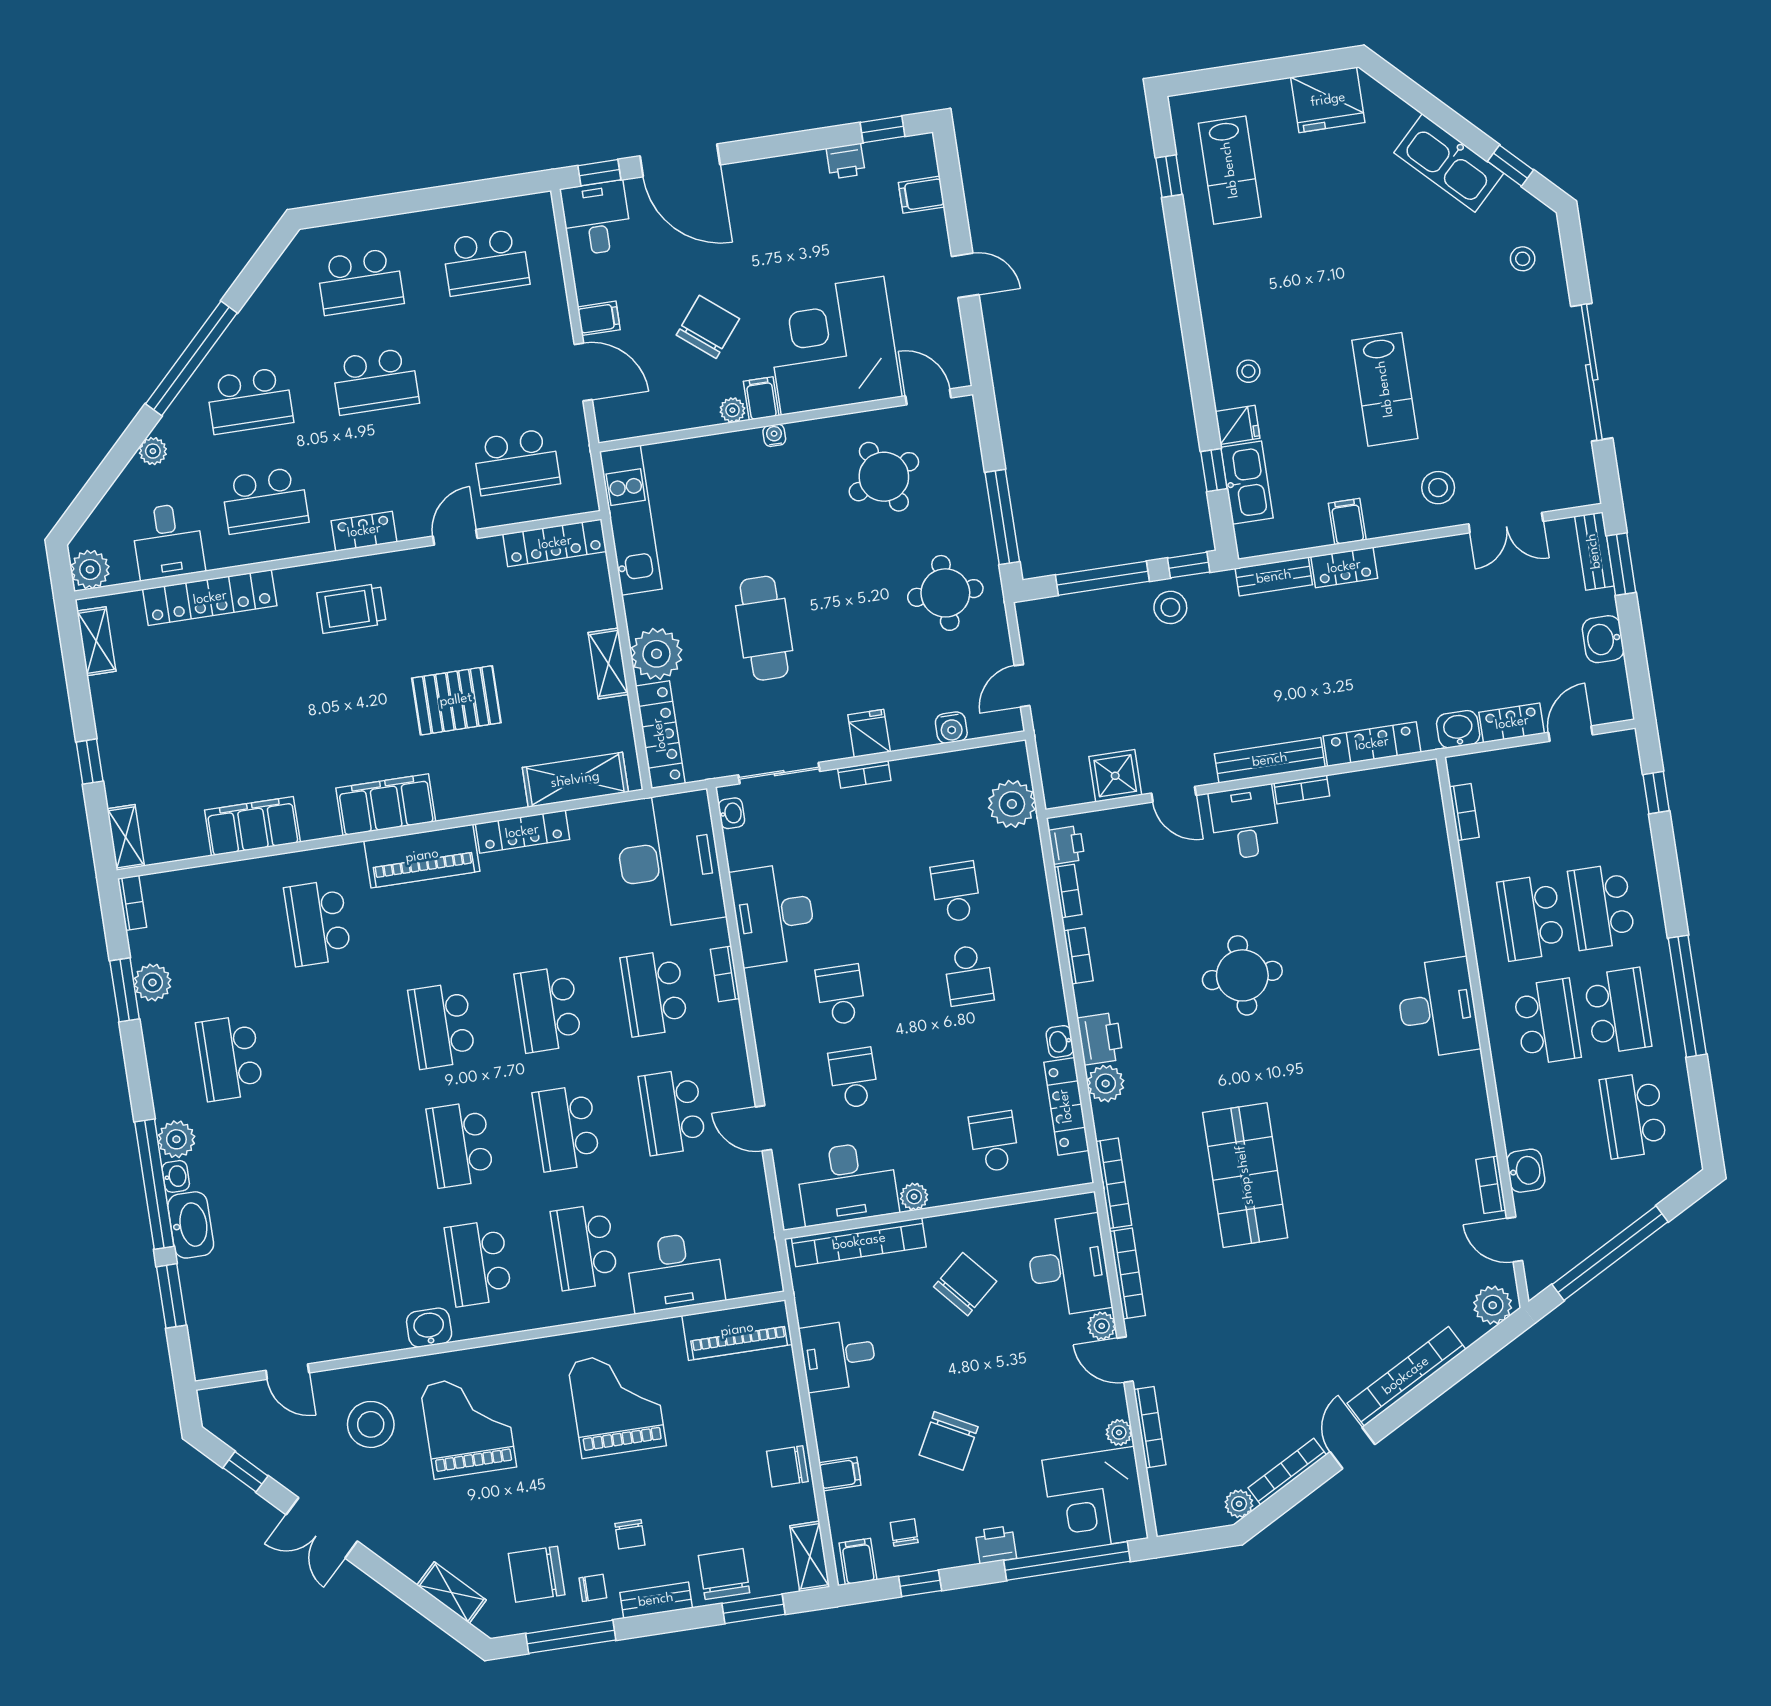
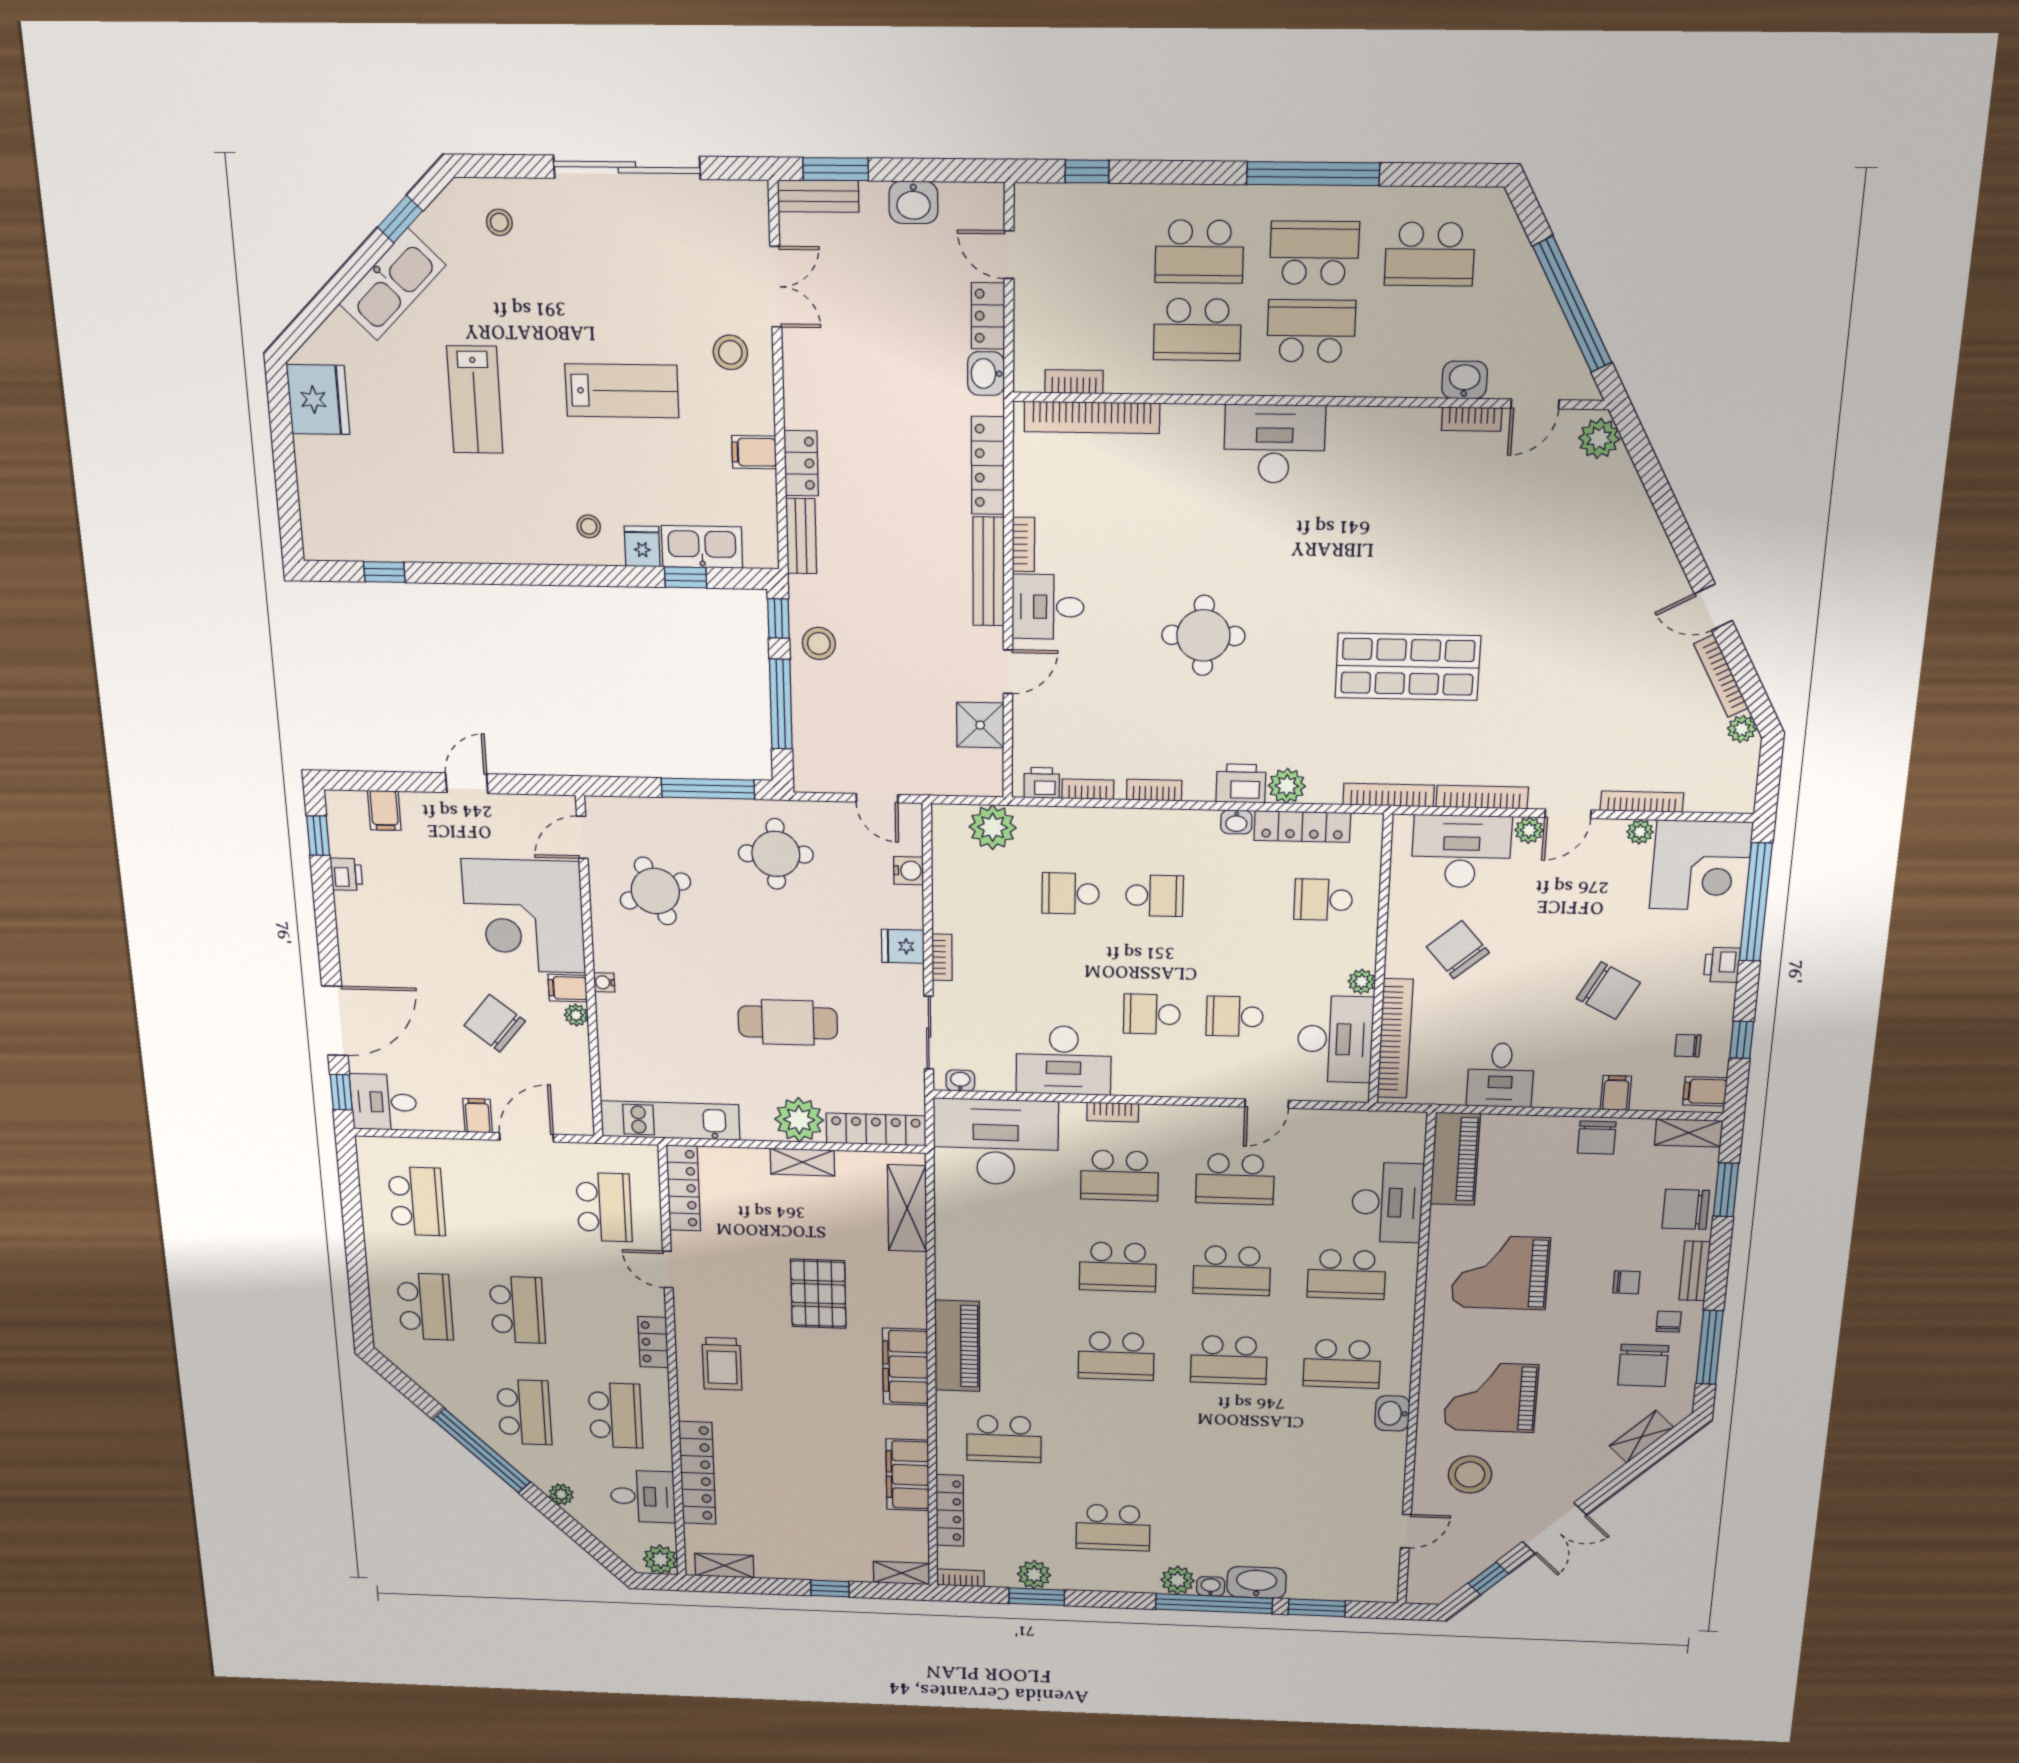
lab bench: (1230, 170) -> (475, 400), moved, turned 90
locker: (522, 832) -> (950, 1510), moved
bookcase: (1406, 1376) -> (1092, 417), moved, turned -62

